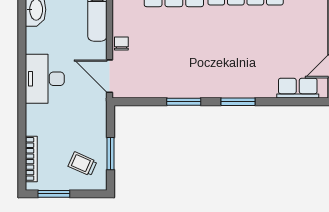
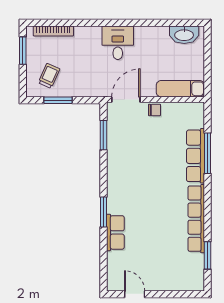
desk: (45, 79) -> (118, 43), width x0.73
row of seats: (298, 88) -> (115, 232), moved
window: (184, 102) -> (103, 135), moved

